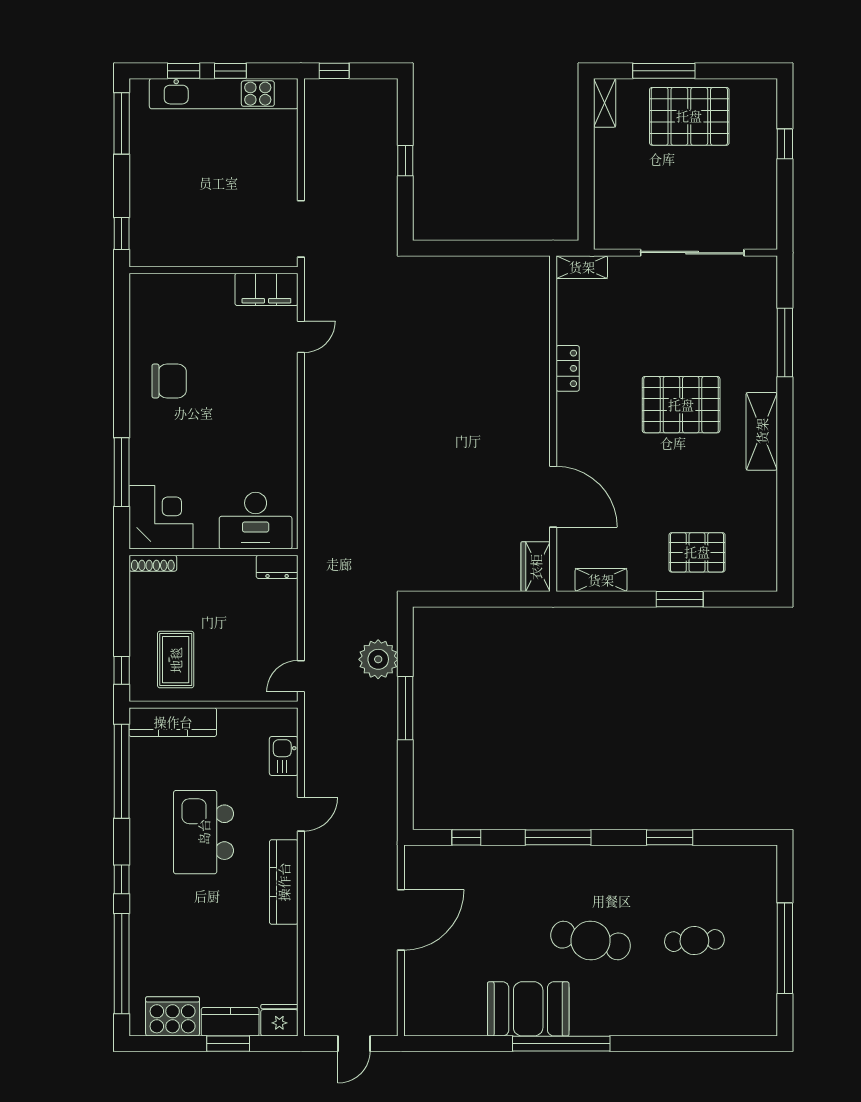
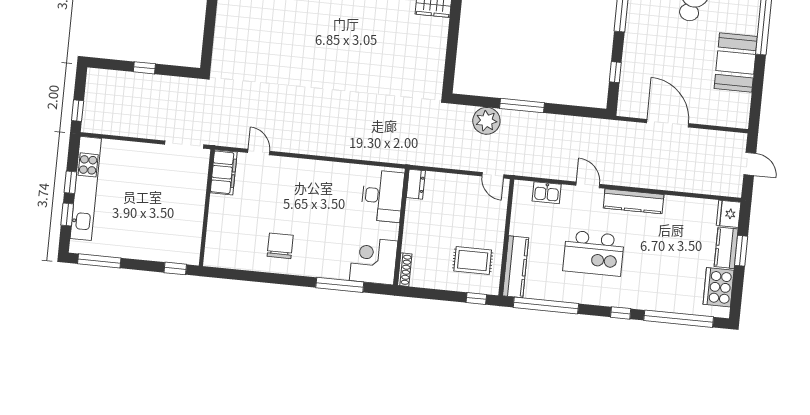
booth: (528, 1009) -> (736, 63), moved

